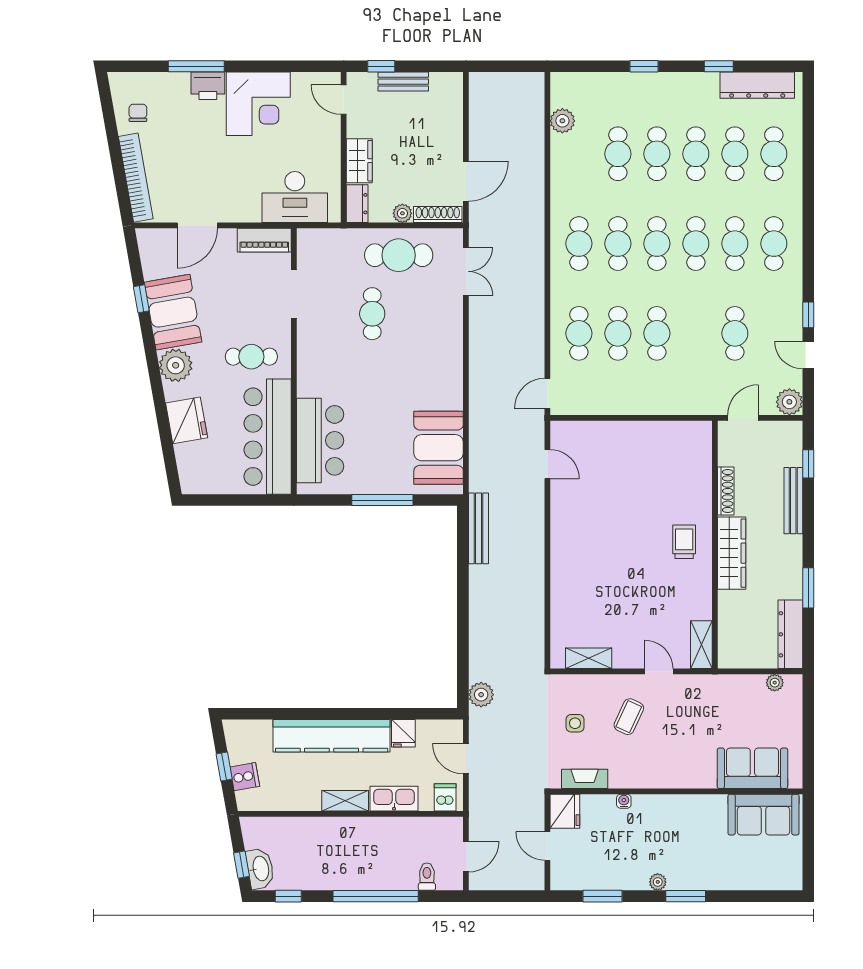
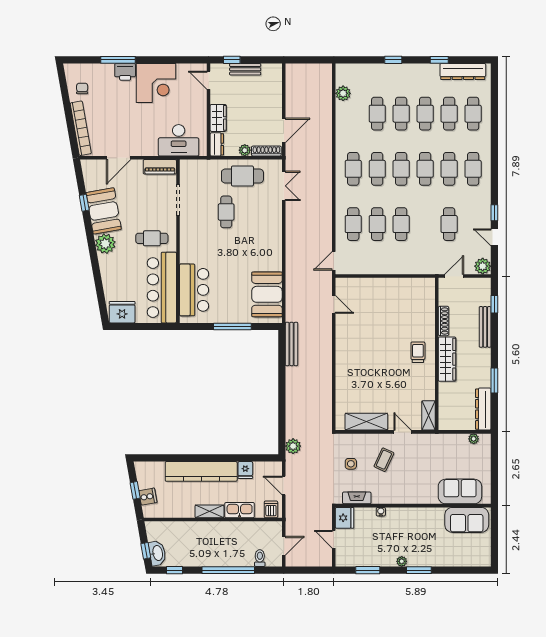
fridge: (187, 420) -> (122, 312), moved, turned -80
shelving: (589, 658) -> (366, 422), width x1.50, depth x1.33

